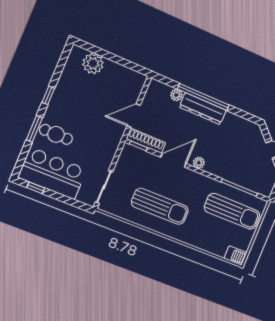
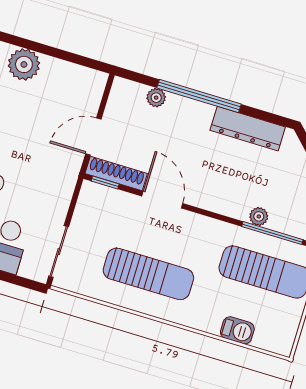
dresser: (203, 109) -> (248, 129), moved
door: (173, 160) -> (162, 200), hinge flipped
plant: (199, 163) -> (259, 216), moved
barbecue: (235, 255) -> (237, 330), moved

